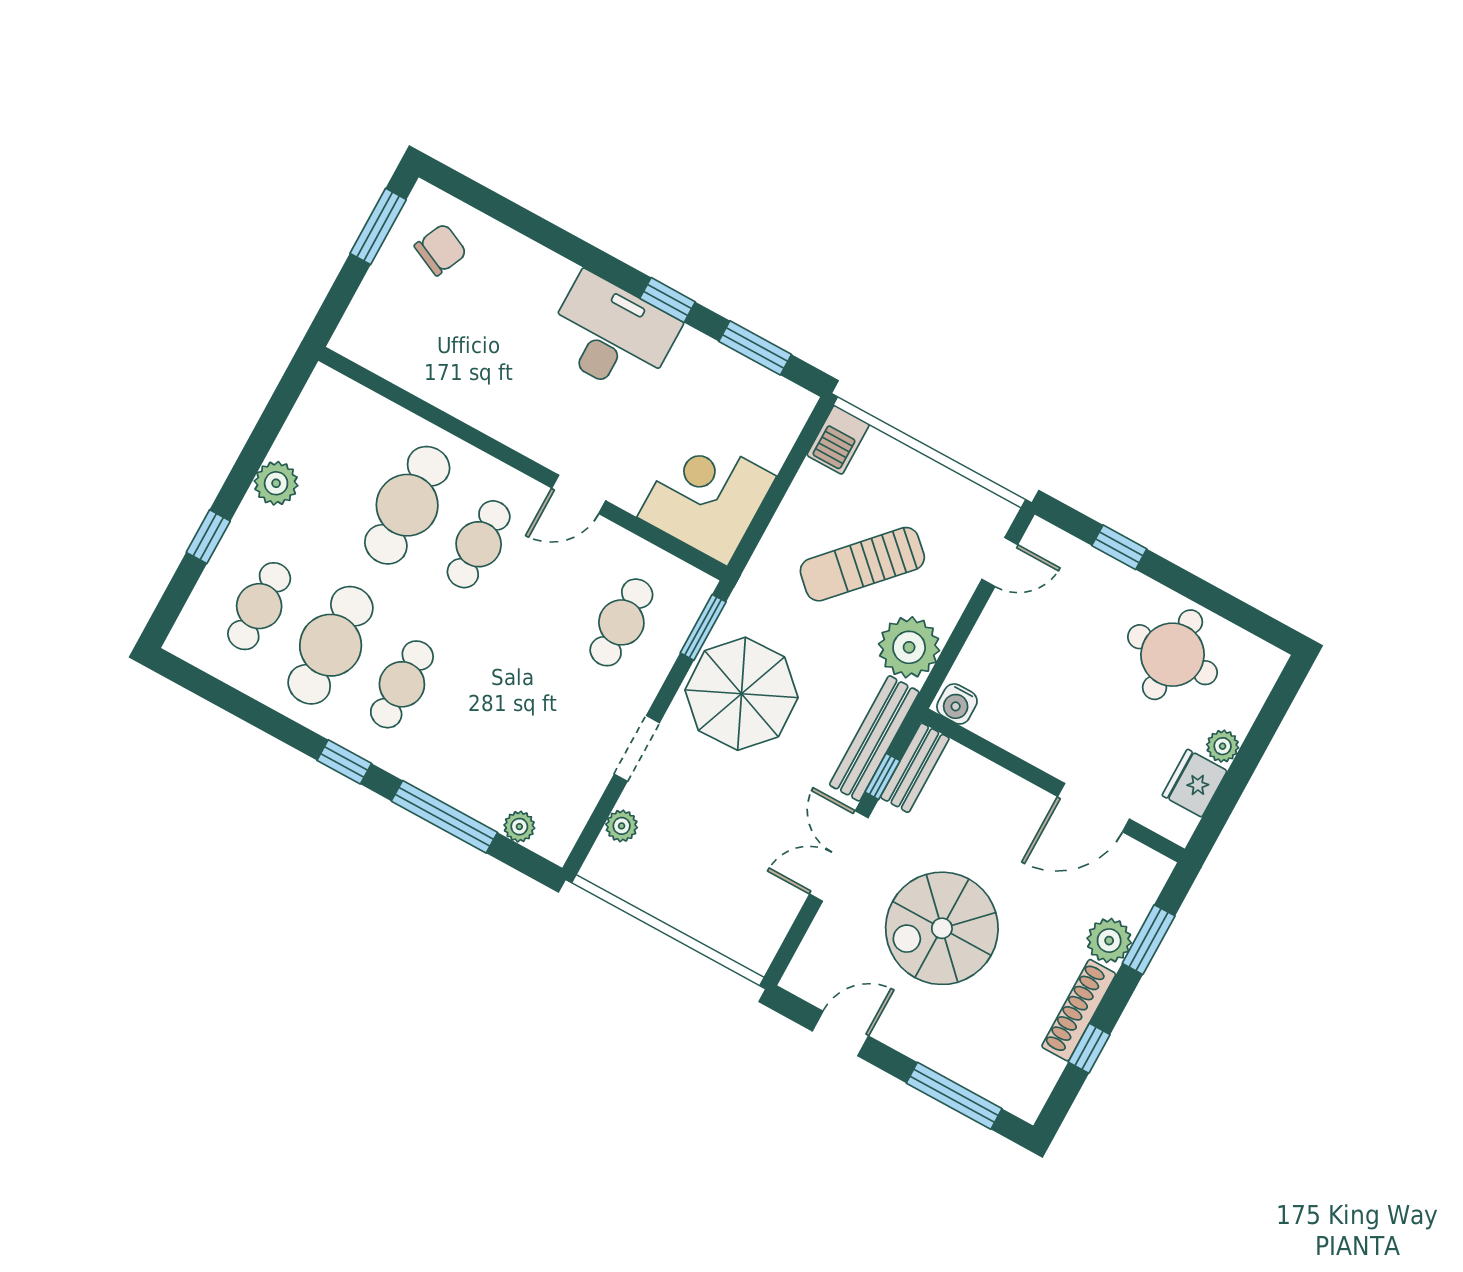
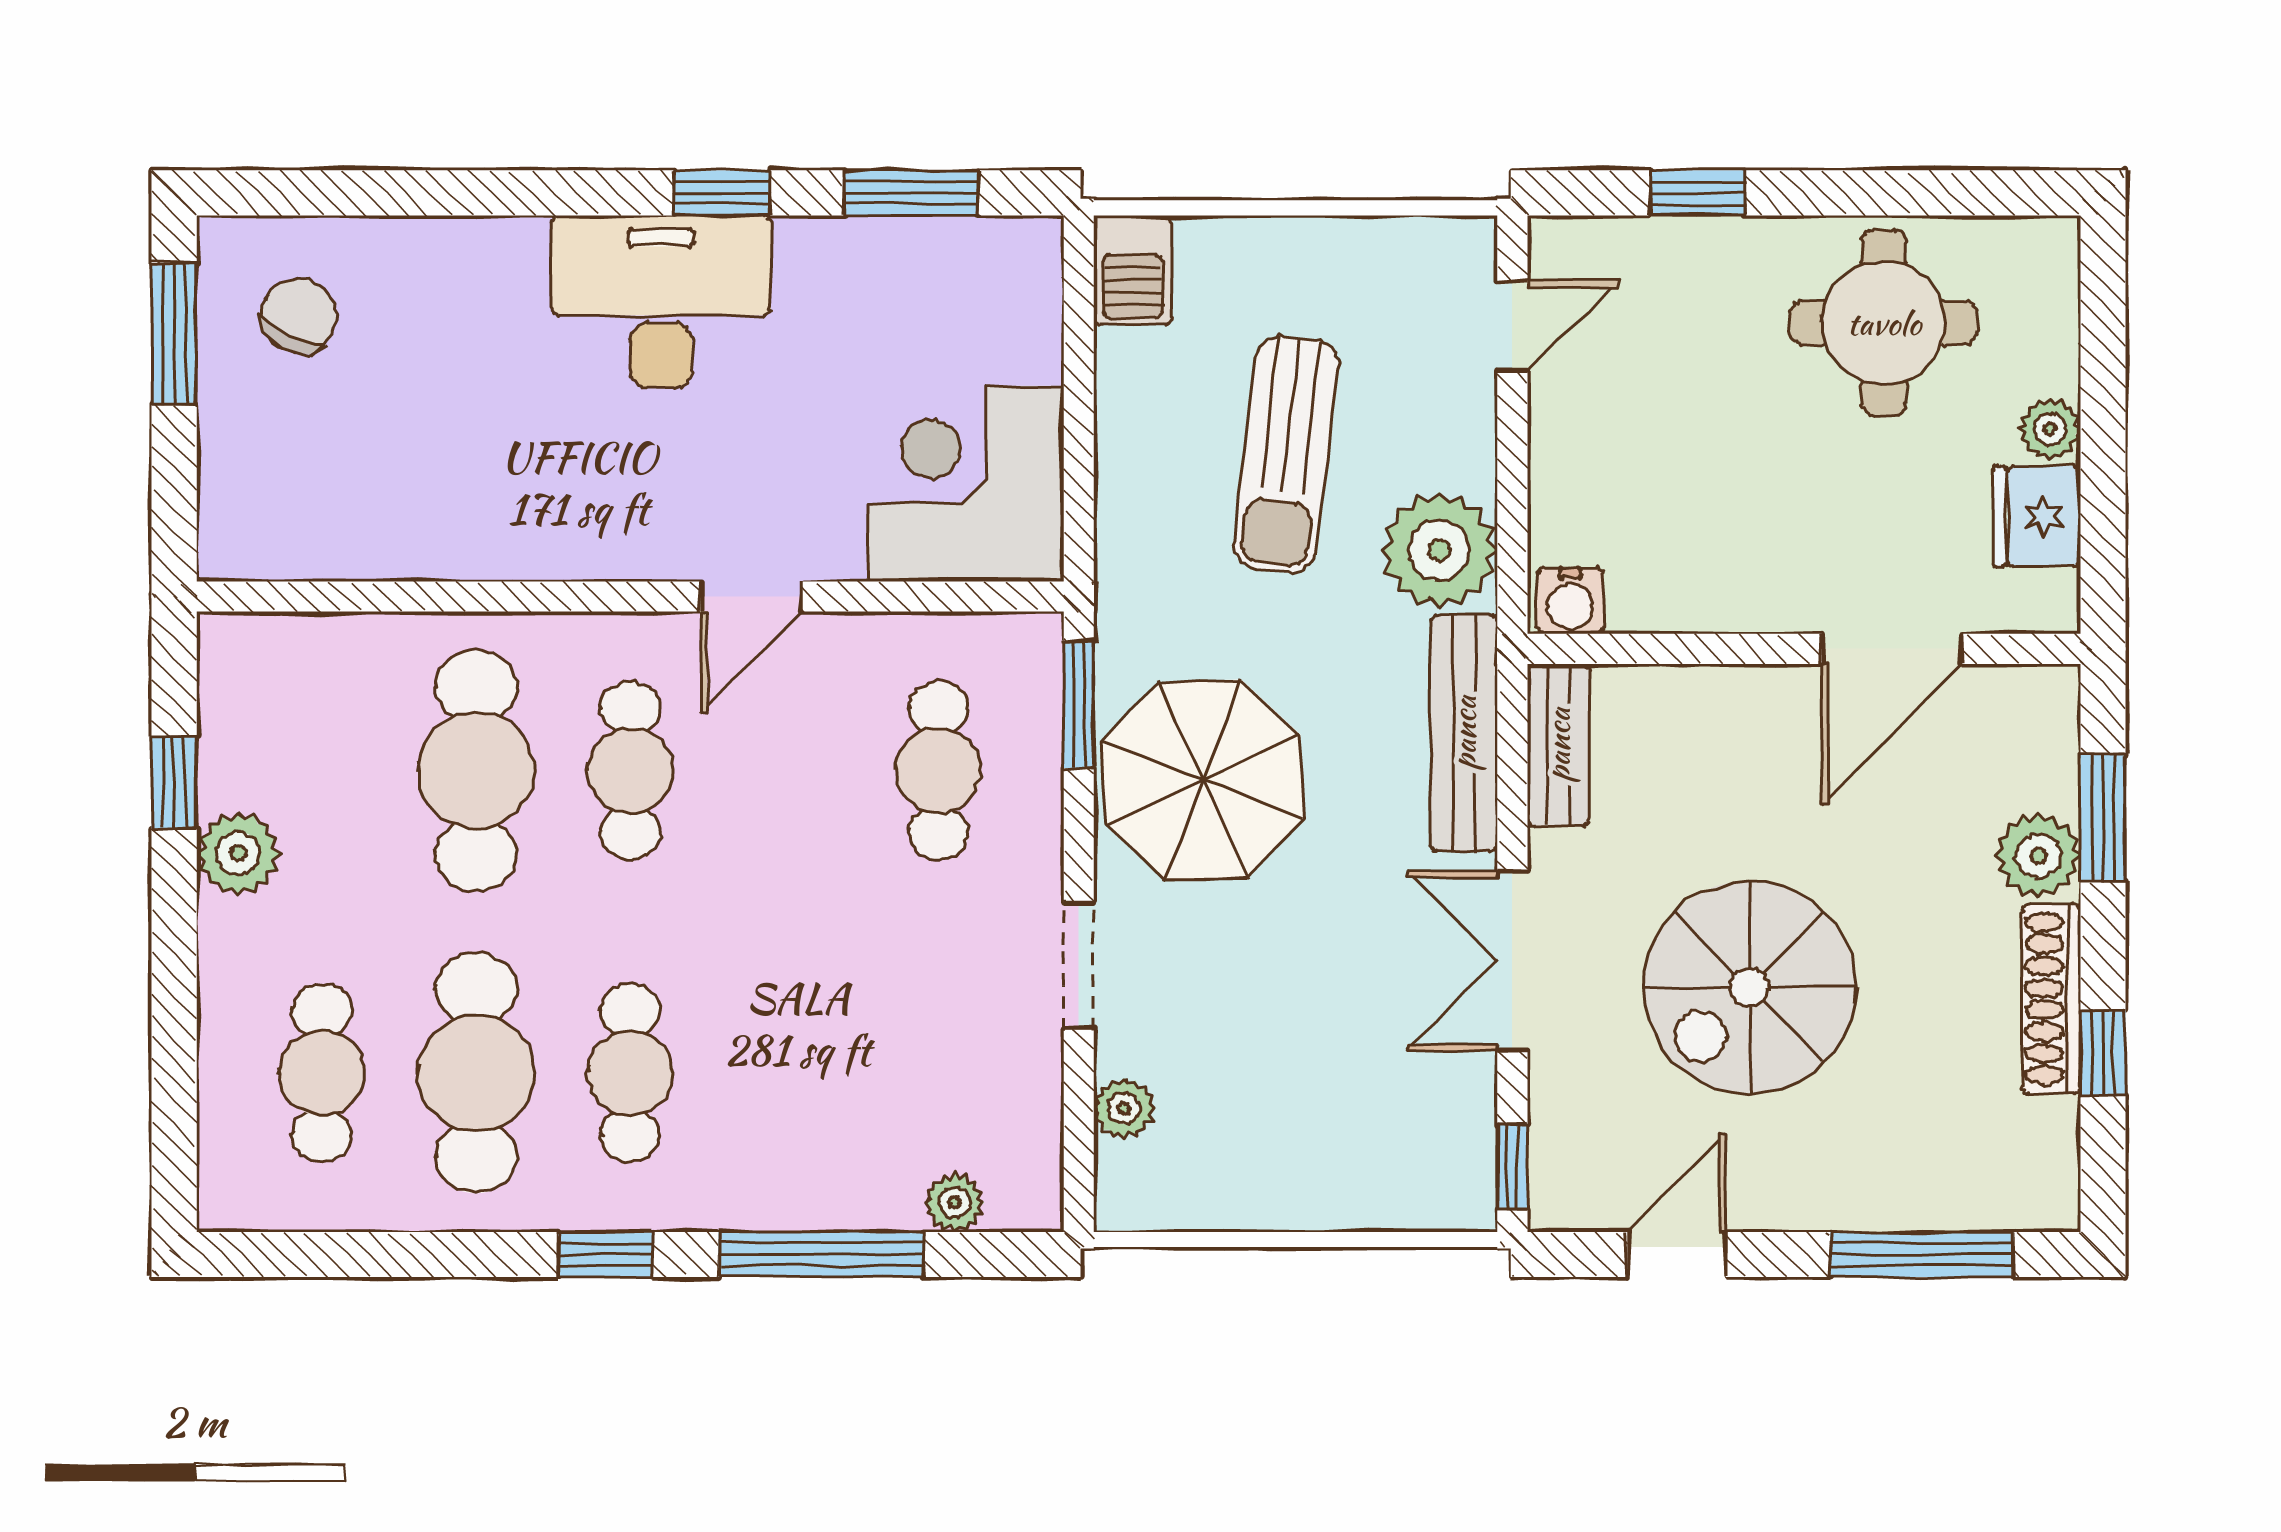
window: (208, 537) -> (174, 783), moved
sun lounger: (862, 564) -> (1286, 455), turned -36
window: (882, 776) -> (1512, 1167), moved

